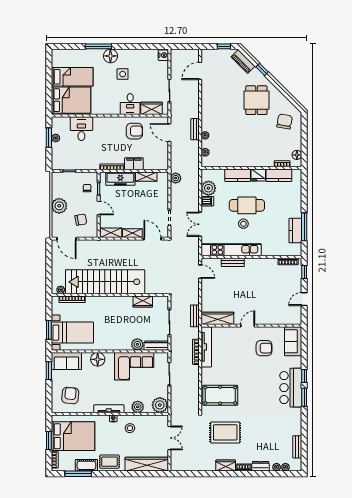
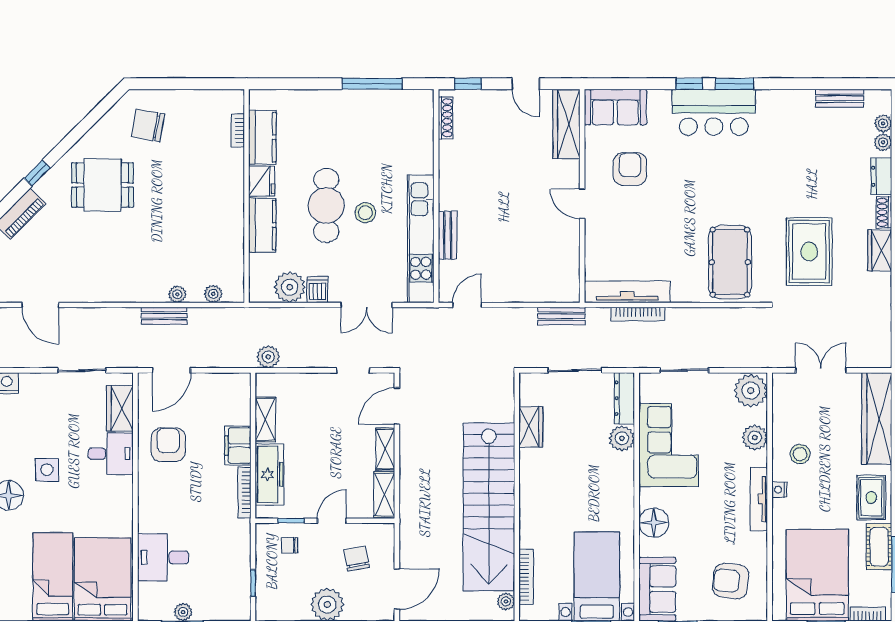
floor lamp: (297, 155) -> (219, 99), removed
kitchen counter: (295, 231) -> (380, 102), removed
wardrobe: (217, 318) -> (567, 124), moved

